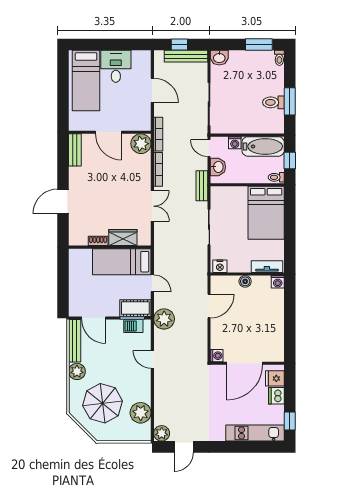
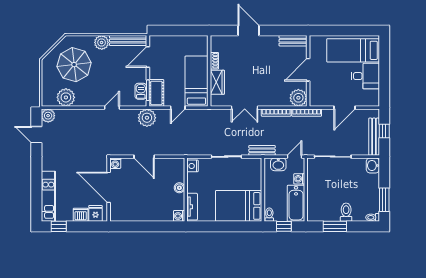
toilet: (273, 102) -> (346, 212), moved
door: (209, 306) -> (144, 157), moved

